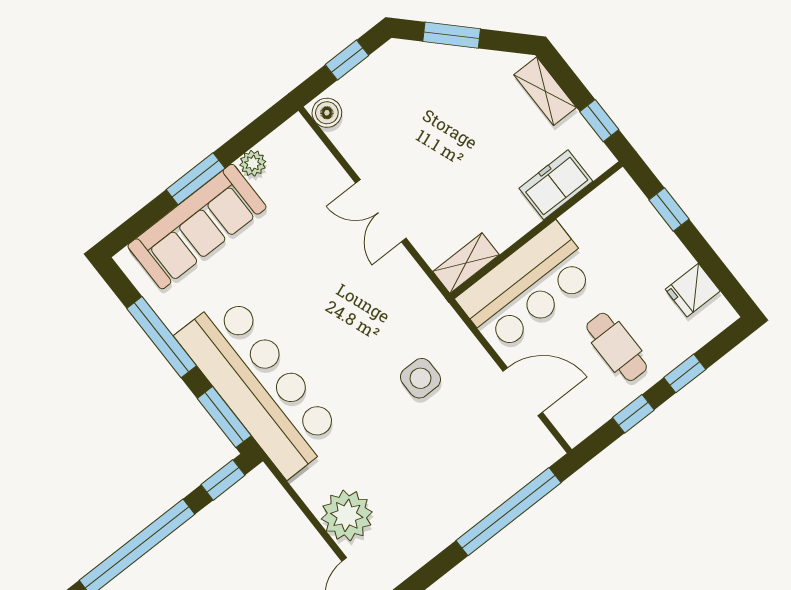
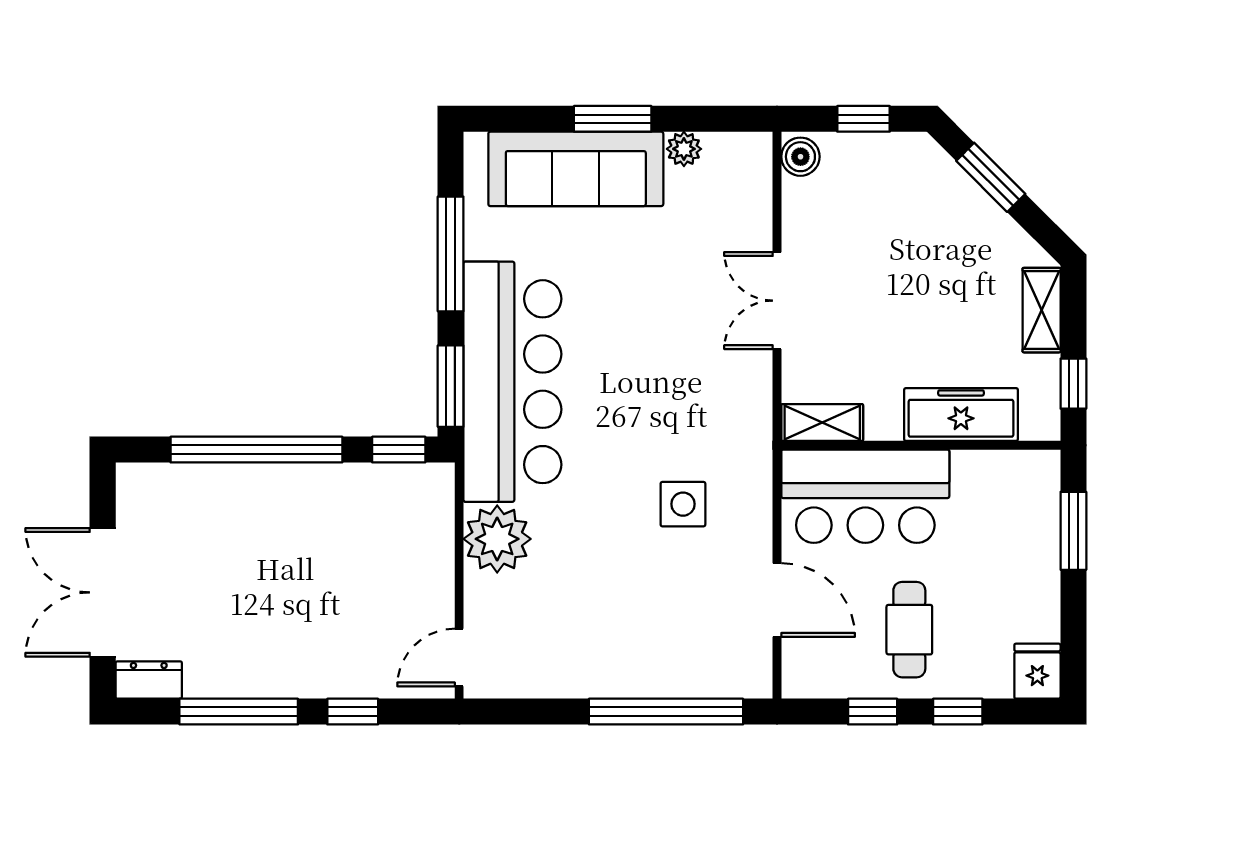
freezer: (556, 185) -> (961, 415), width x1.40
window: (669, 209) -> (1073, 531), width x1.50
fridge: (693, 290) -> (1037, 671), moved, turned 90
plant: (347, 515) -> (497, 539), moved

